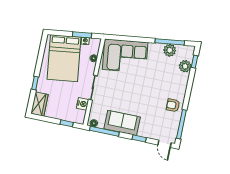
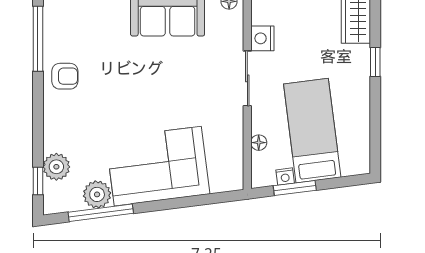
corner sofa: (125, 56) -> (158, 166), moved
bed: (64, 58) -> (312, 131), width x0.67

